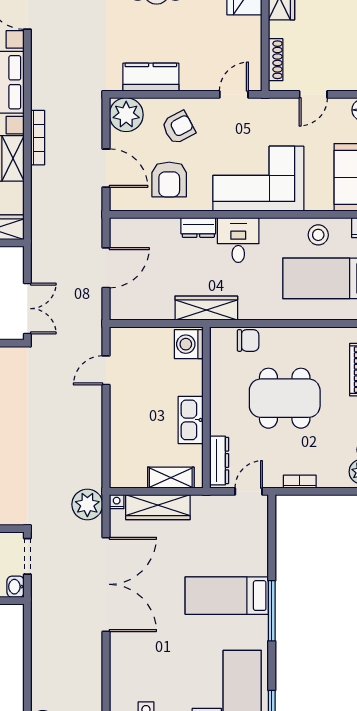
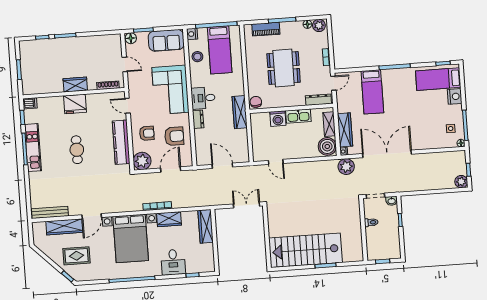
kitchen counter: (151, 77) -> (121, 142), width x1.50
armchair: (178, 127) -> (147, 133), turned 118
chair: (248, 340) -> (256, 102), moved
washing machine: (189, 344) -> (278, 119), moved
boiler: (129, 471) -> (327, 146), added
door: (249, 491) -> (333, 83), swing flipped
bed: (227, 596) -> (372, 92), moved

